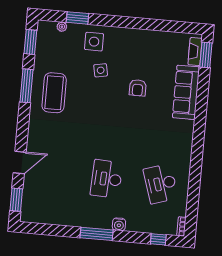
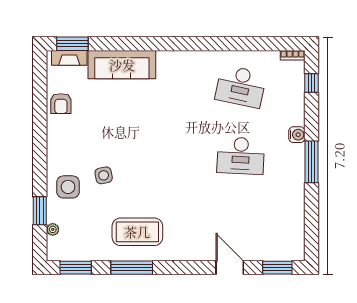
armchair: (138, 88) -> (61, 104), moved, turned 90
desk: (161, 184) -> (241, 86), turned 30

